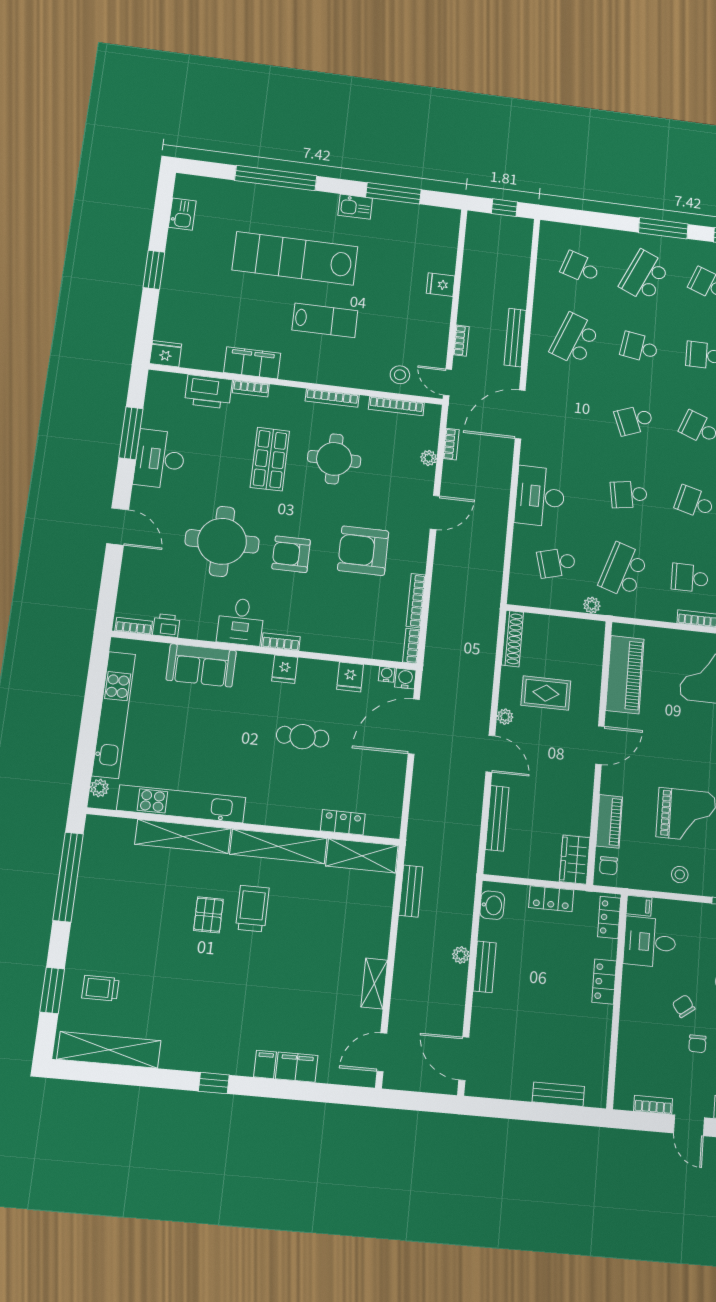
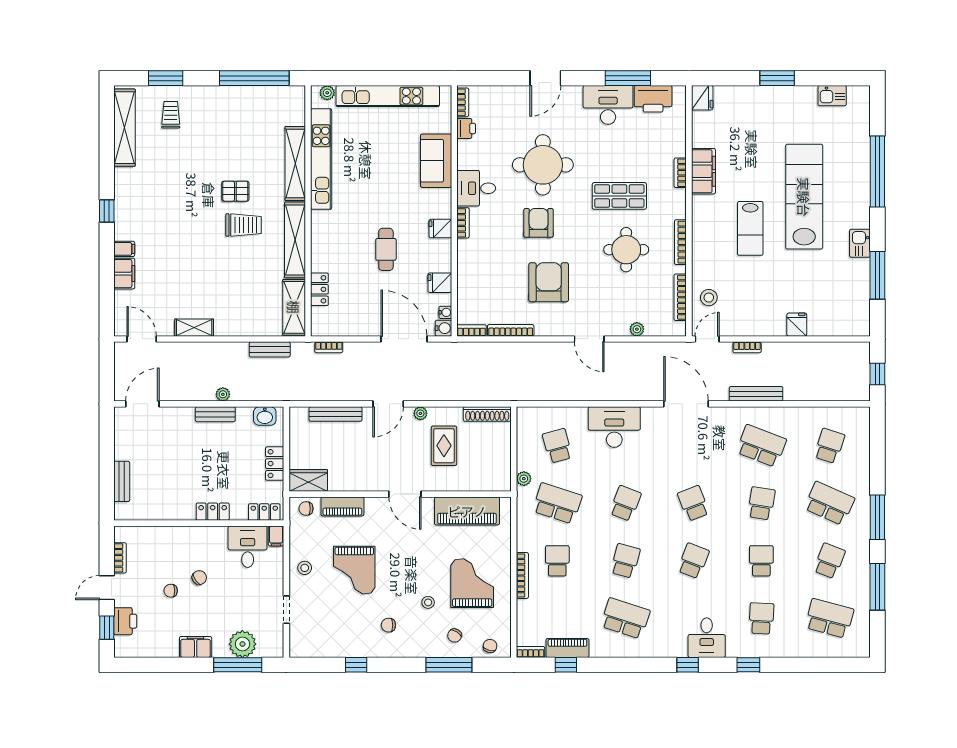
printer: (208, 392) -> (653, 99), moved, turned -90
bookcase: (451, 444) -> (329, 347), moved
school desk: (629, 494) -> (625, 503), turned 30

